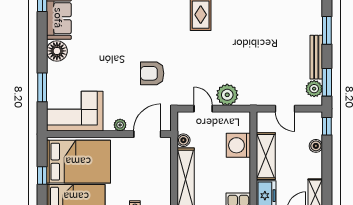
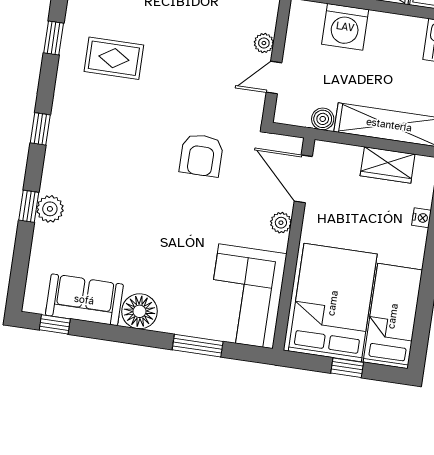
plant: (227, 95) -> (264, 43), width x0.53, depth x0.53
wardrobe: (162, 182) -> (388, 165), added

